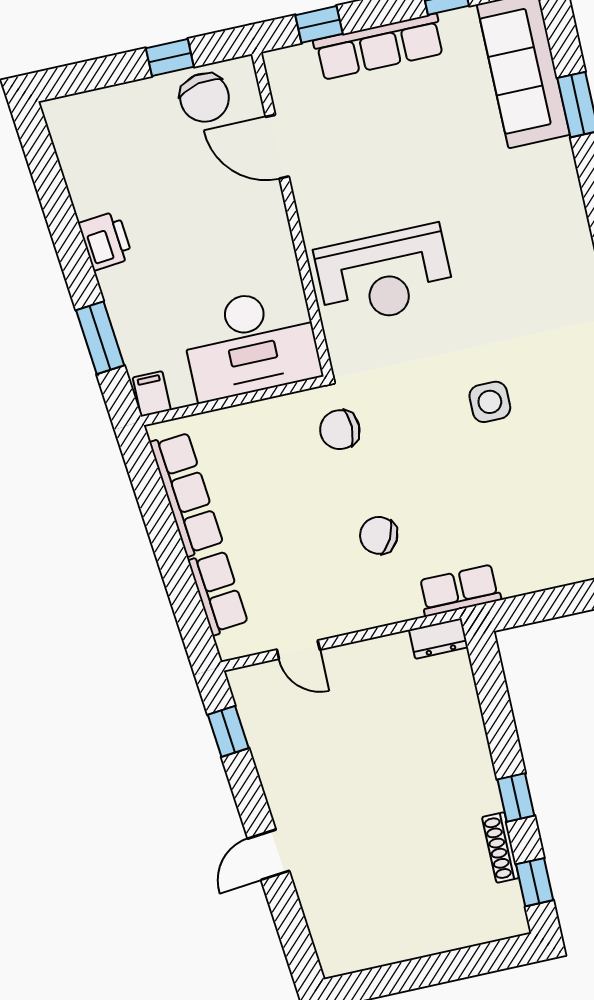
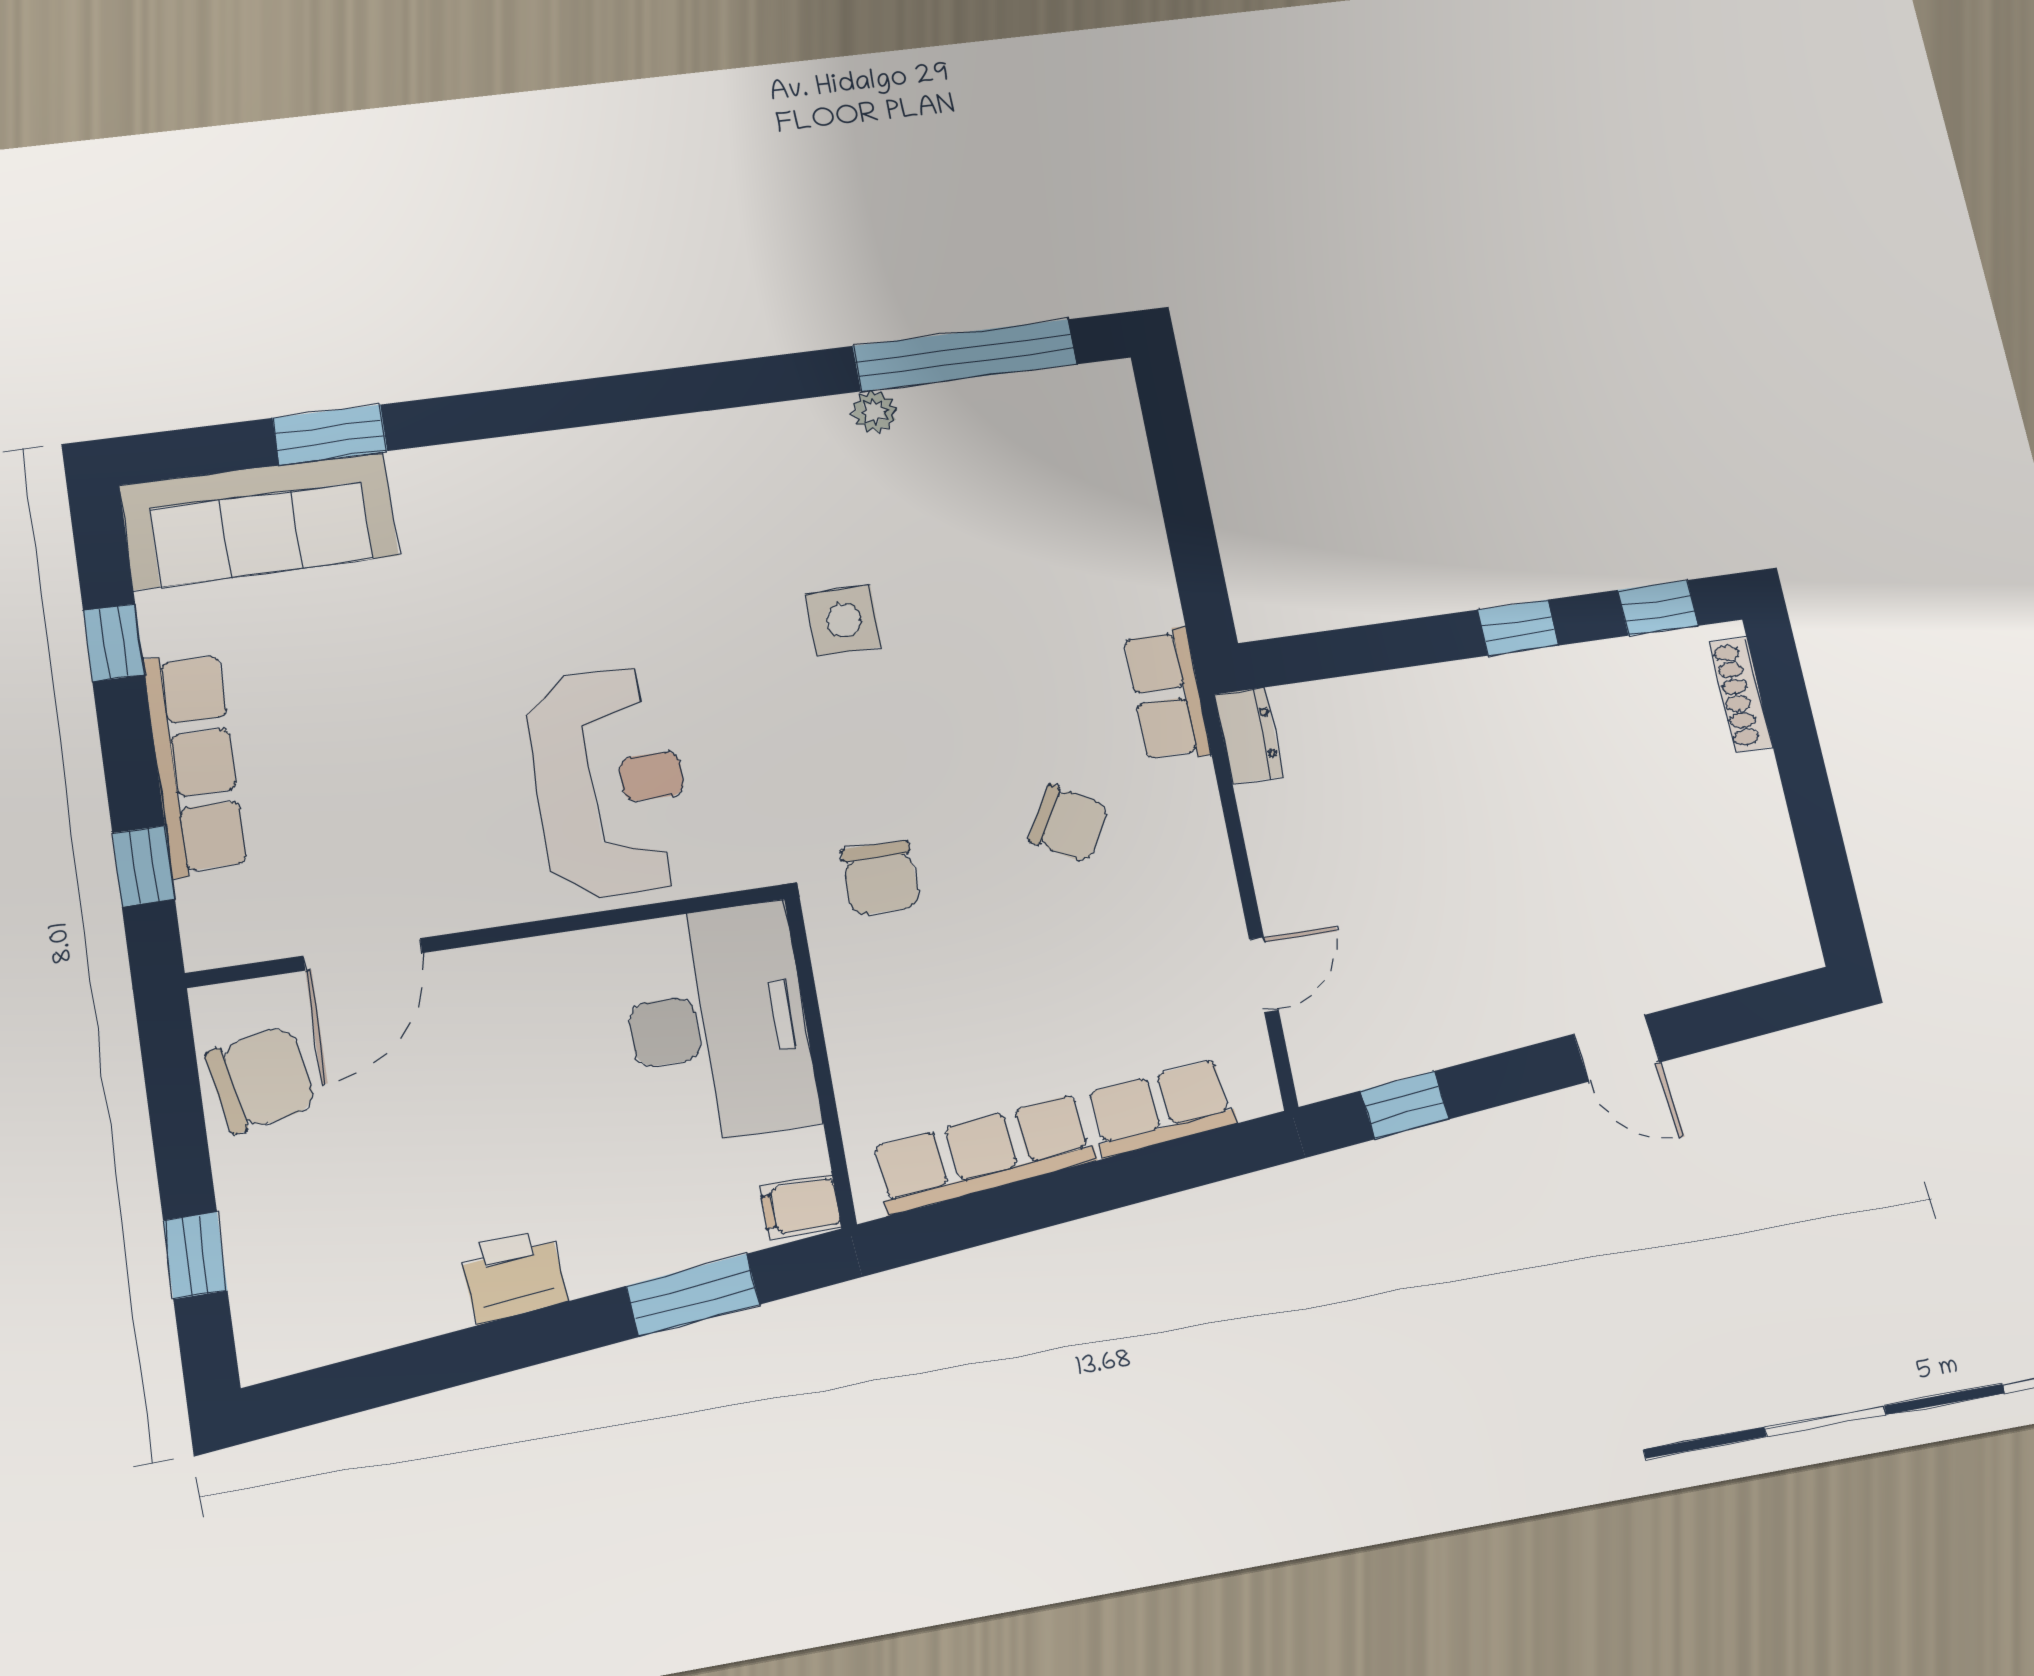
window: (170, 58) -> (195, 1255), moved
chair: (379, 535) -> (1068, 824), turned -88
shoe rack: (501, 848) -> (1741, 694), moved, turned 90

